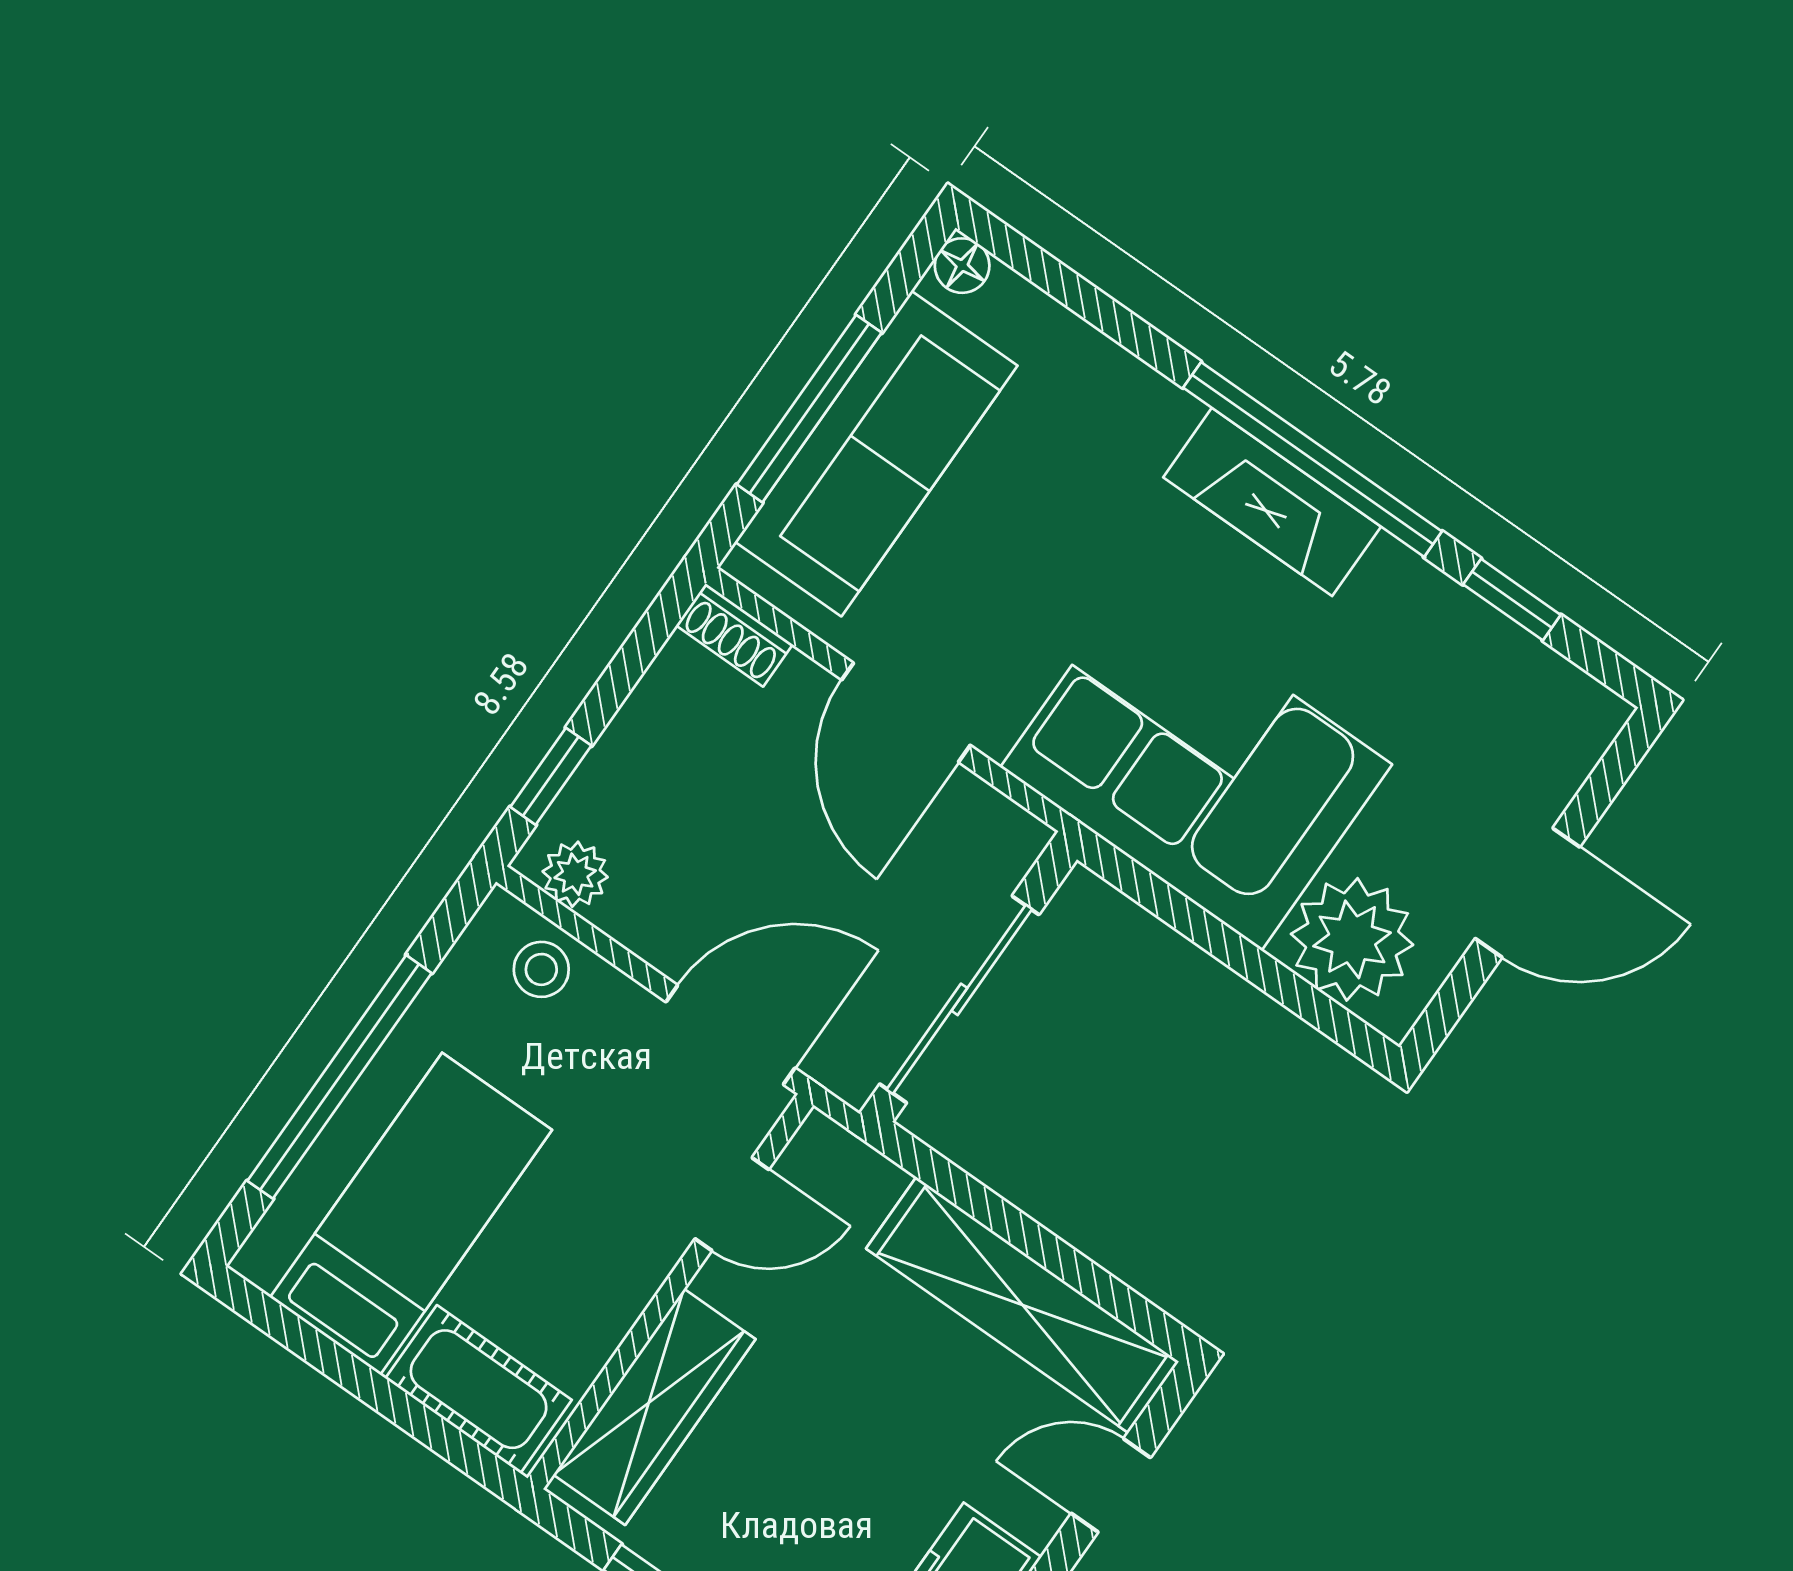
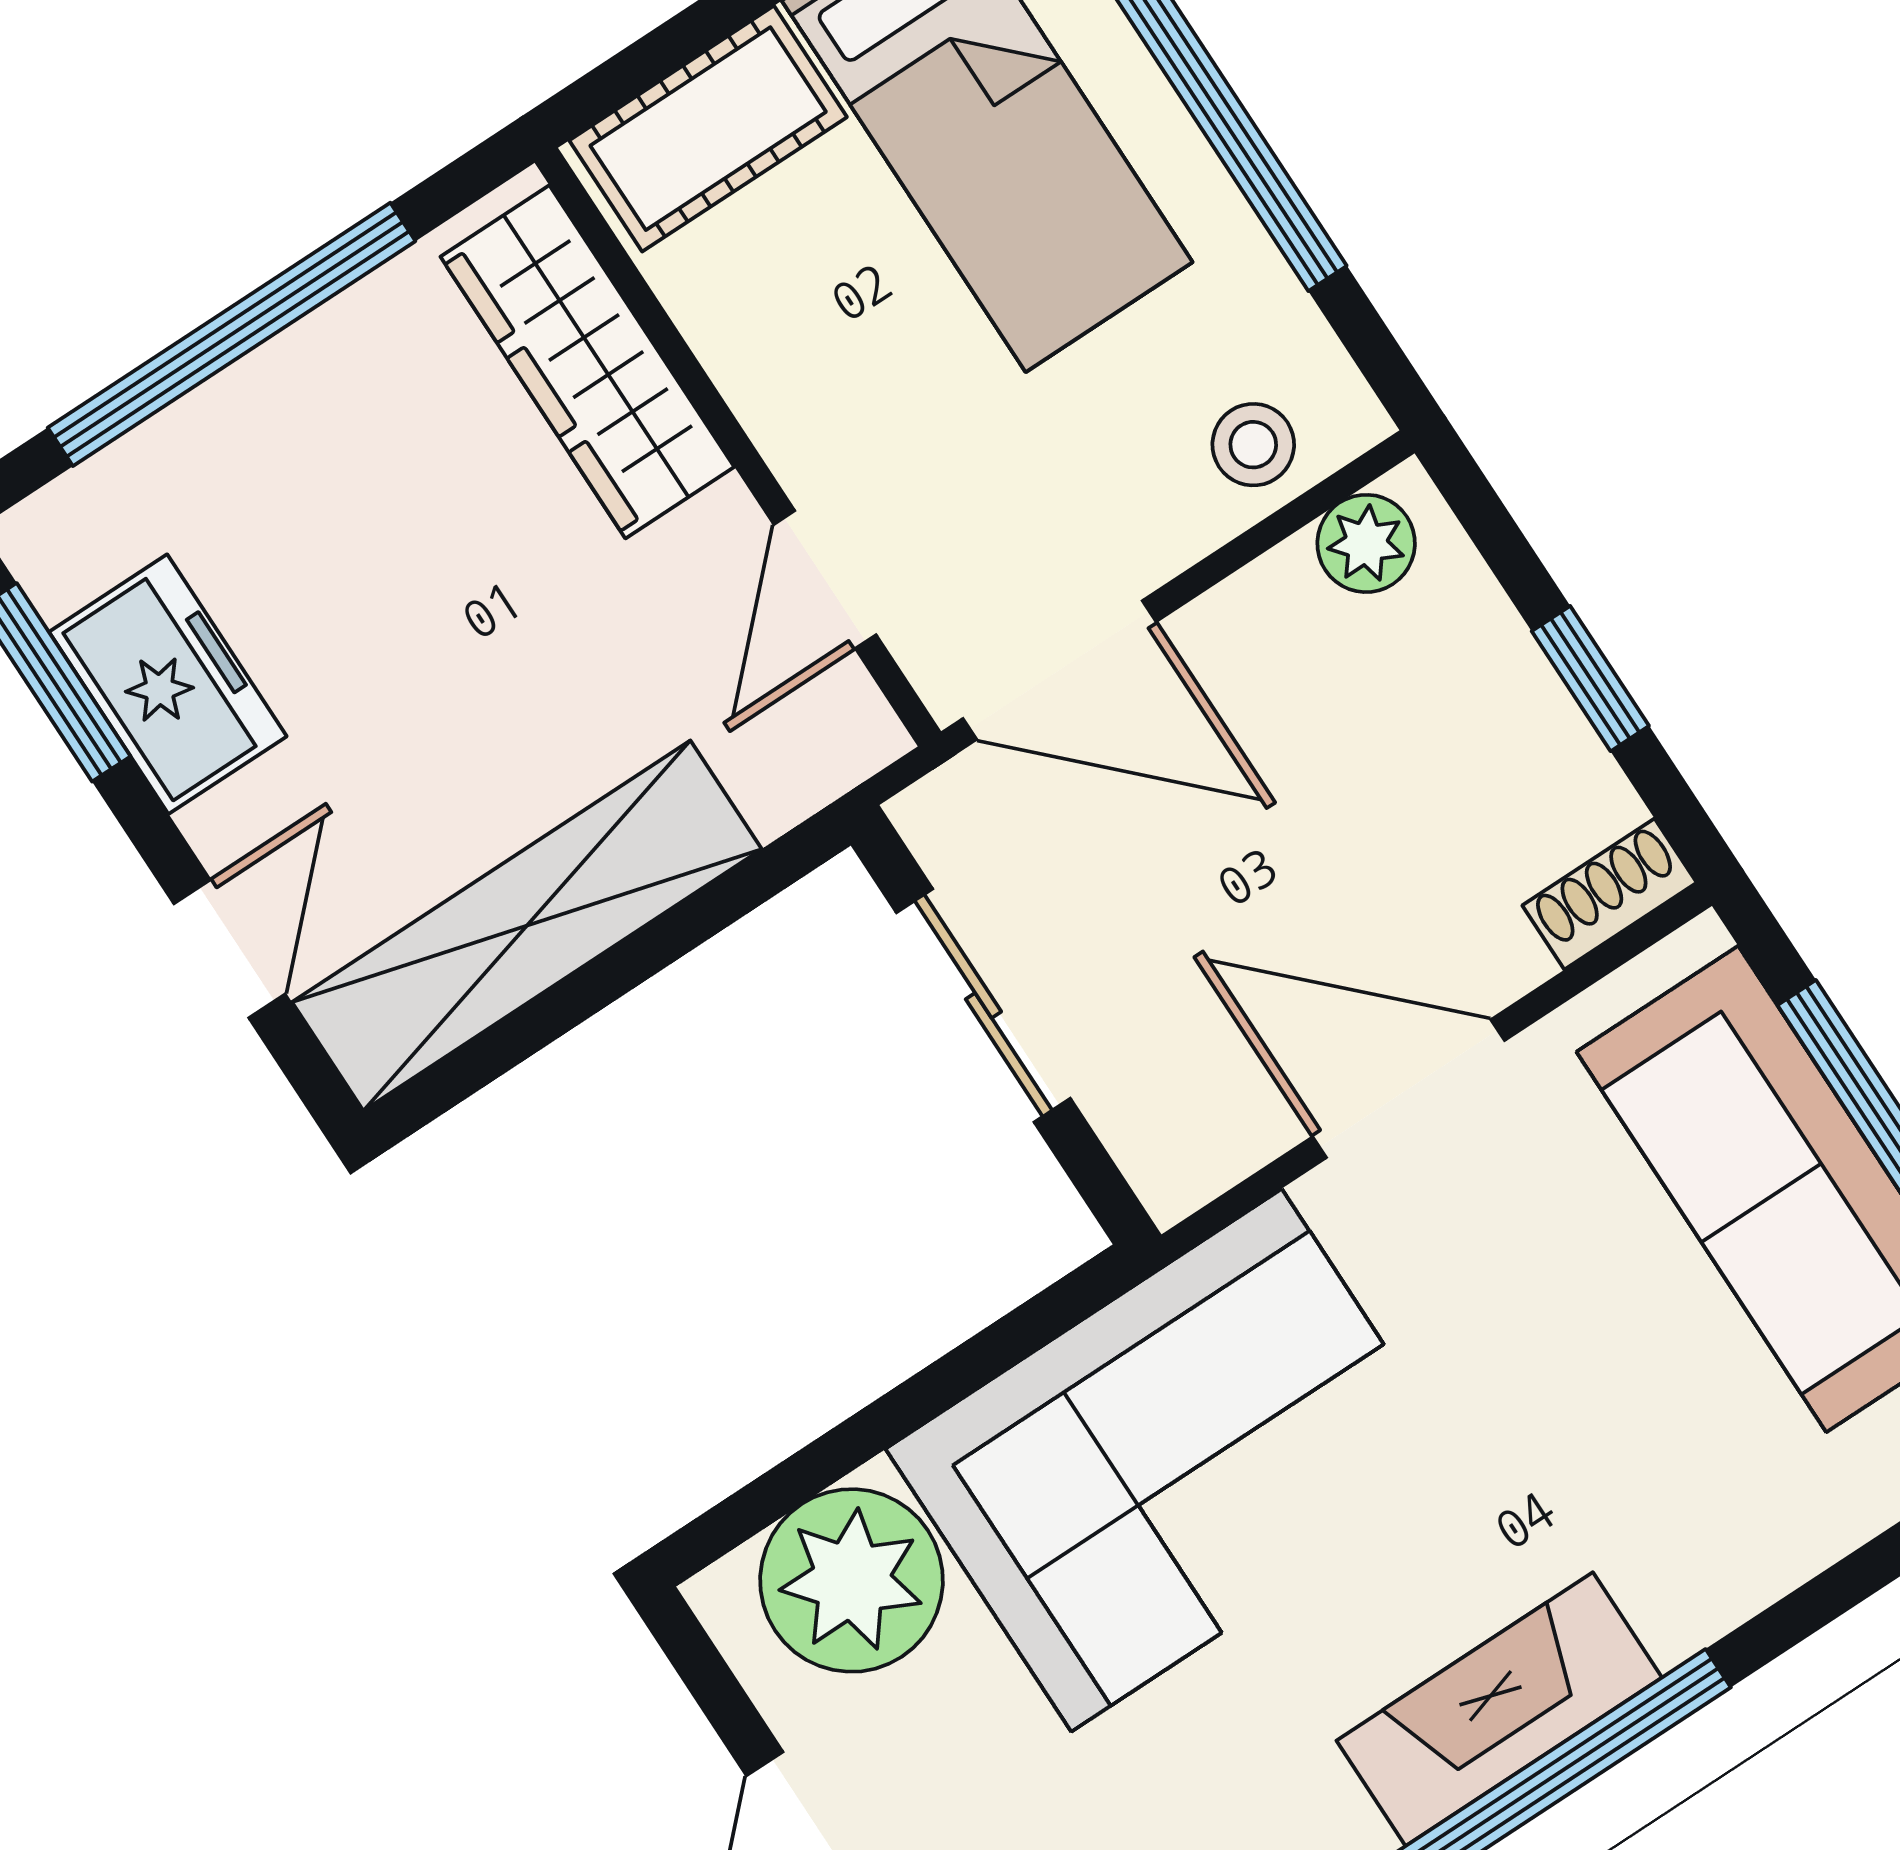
window: (551, 776) -> (1590, 679), moved
sliding door: (959, 999) -> (983, 1005), width x0.73
door: (730, 1035) -> (1059, 670), hinge flipped

